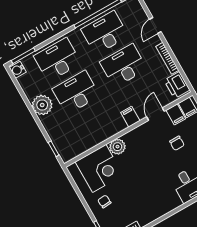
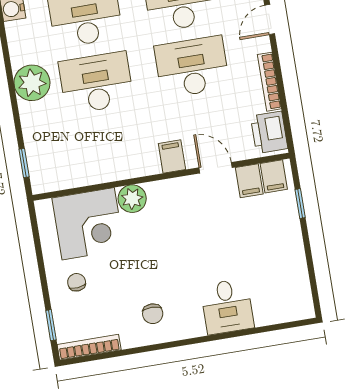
door: (155, 114) -> (216, 168), hinge flipped
chair: (177, 143) -> (153, 314), moved

